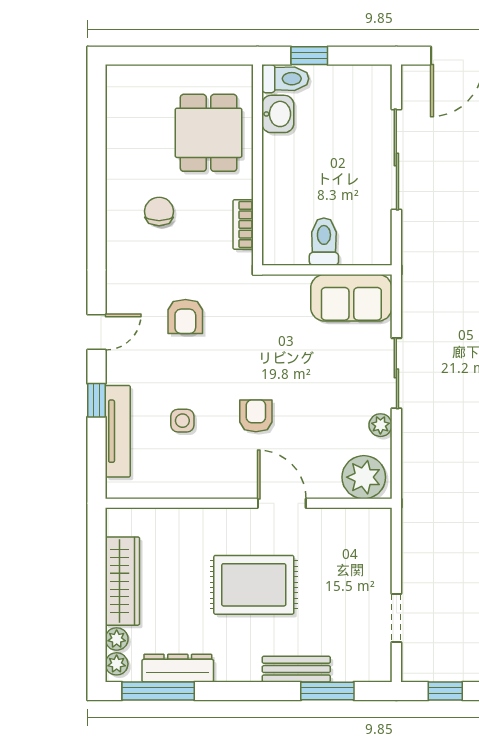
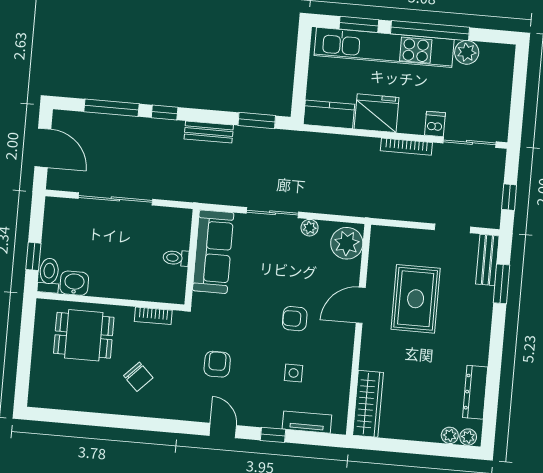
chair: (159, 211) -> (138, 377), turned -136
toilet: (324, 242) -> (176, 258), width x0.73, depth x0.72
sofa: (351, 298) -> (213, 252), width x1.36
armchair: (185, 316) -> (217, 364), turned -90
tv unit: (118, 431) -> (307, 422), width x0.71
wardrobe: (122, 581) -> (368, 404), moved, turned 90
rug: (254, 585) -> (416, 299), moved
bench: (296, 669) -> (487, 260), moved
window: (158, 691) -> (491, 408), removed

